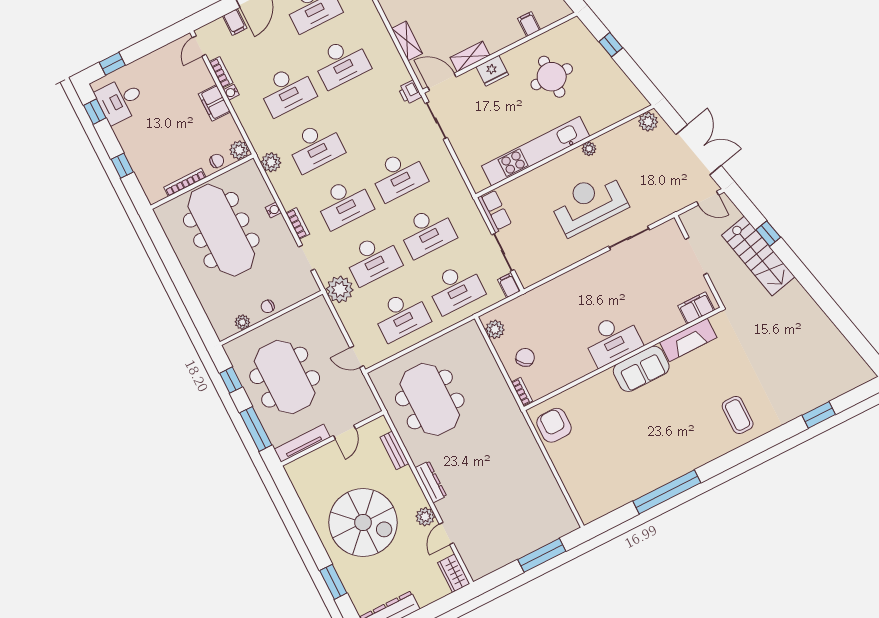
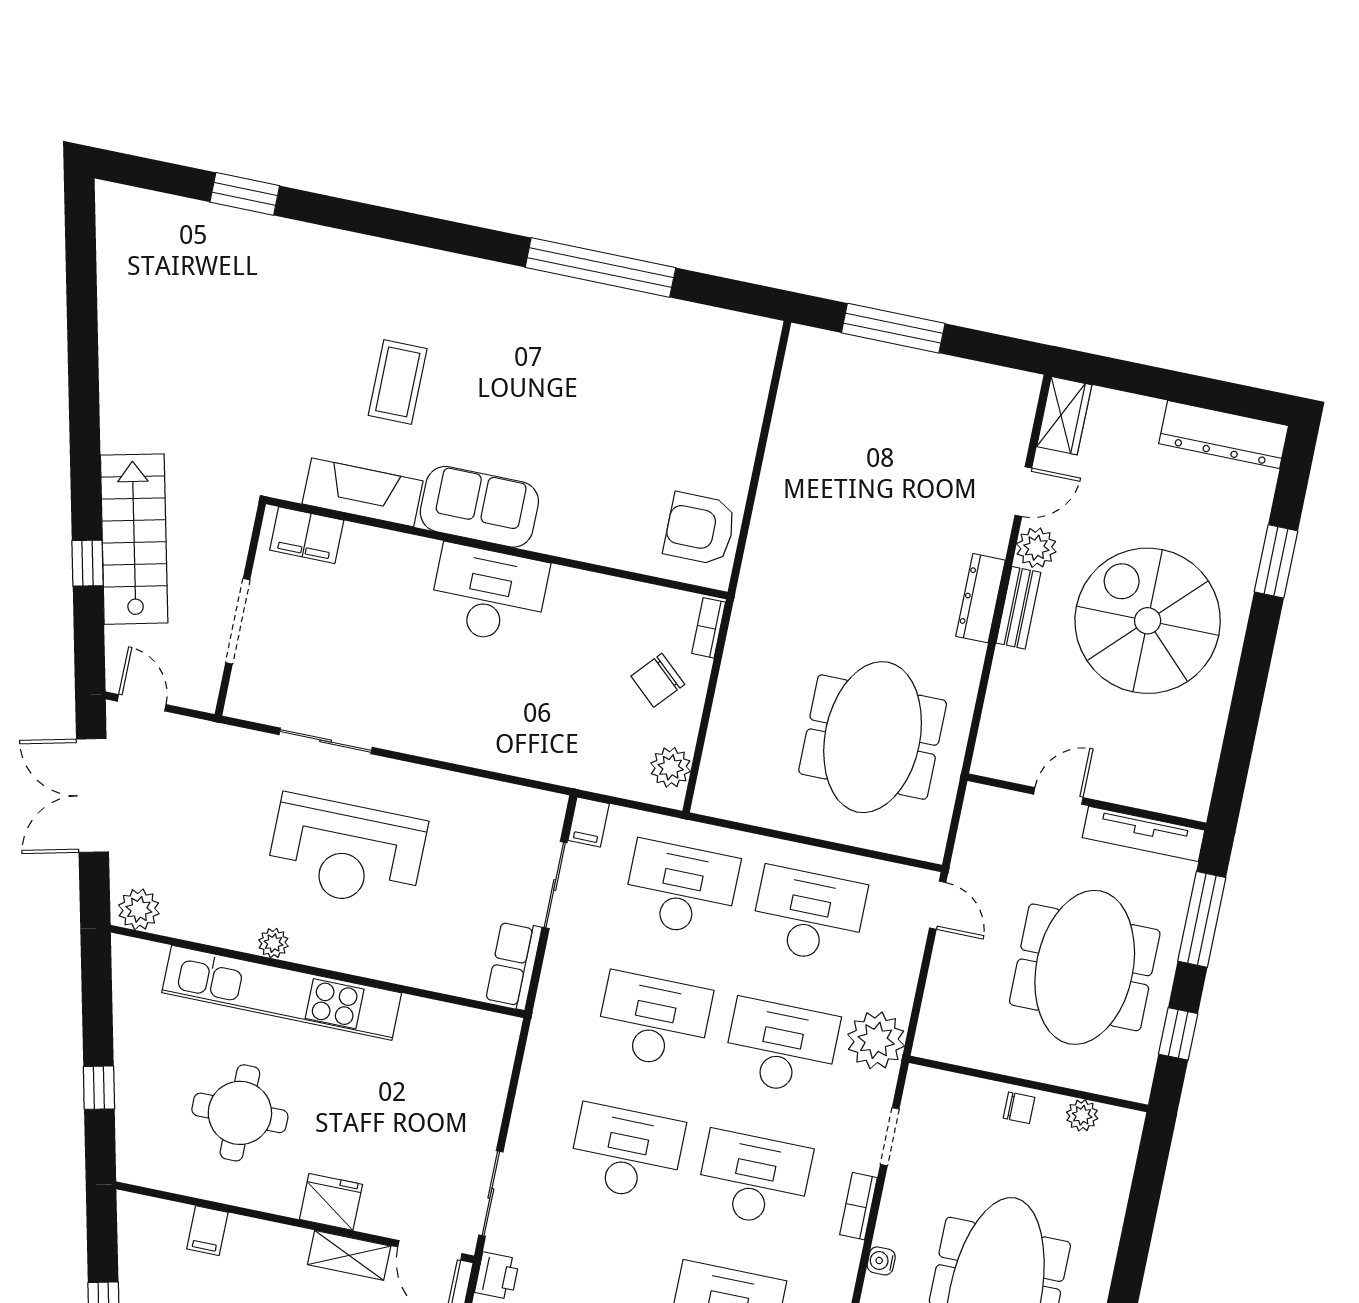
kitchen unit: (536, 151) -> (282, 993), moved
coffee table: (738, 415) -> (398, 382), moved
armchair: (554, 425) -> (700, 529), turned 90
bench: (394, 450) -> (1018, 608), moved

